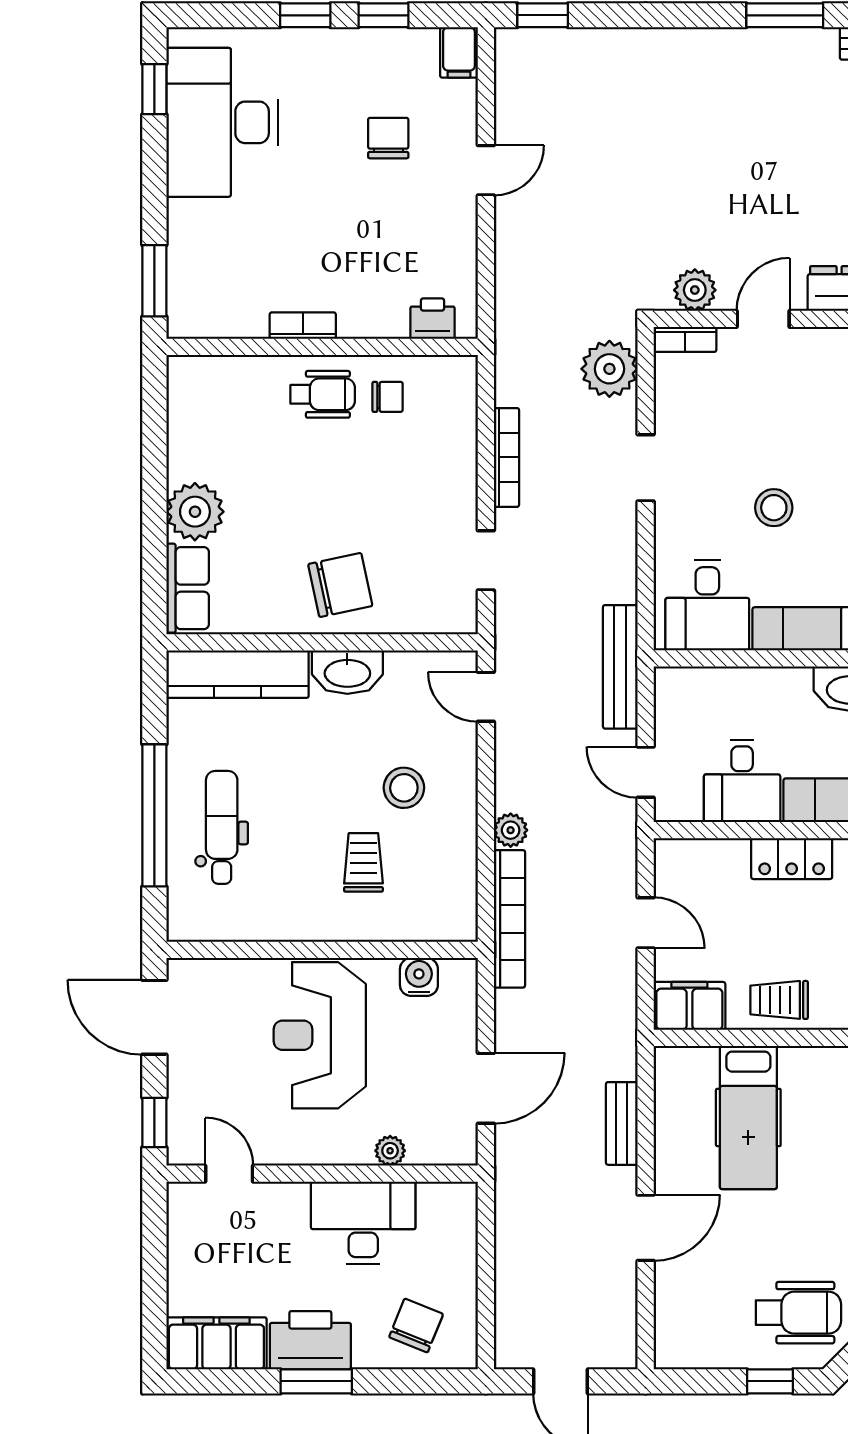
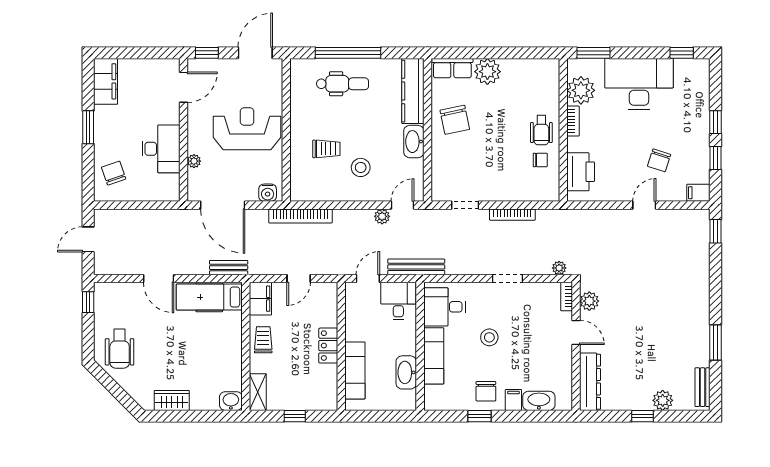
desk: (222, 122) -> (639, 84), moved
chair: (388, 138) -> (659, 160), turned 108
door: (486, 170) -> (644, 205), swing flipped
plant: (236, 308) -> (581, 90), added
printer: (432, 319) -> (581, 172), width x1.87, depth x1.48
plant: (609, 369) -> (559, 268), width x0.53, depth x0.53
chair: (388, 397) -> (540, 160), turned -90
chair: (340, 585) -> (455, 120), moved
desk: (742, 781) -> (398, 301), moved, turned 90
plant: (511, 830) -> (382, 216), moved
water cooler: (419, 977) -> (268, 193), moved, turned 90
door: (486, 1088) -> (223, 205), width x1.36
hospital bed: (748, 1117) -> (209, 297), moved
bench: (622, 1123) -> (229, 268), moved
door: (229, 1174) -> (183, 87), width x1.38
chair: (416, 1326) -> (114, 173), turned -131
printer: (310, 1340) -> (107, 125), removed
window: (770, 1381) -> (88, 302), moved

